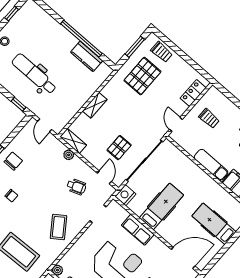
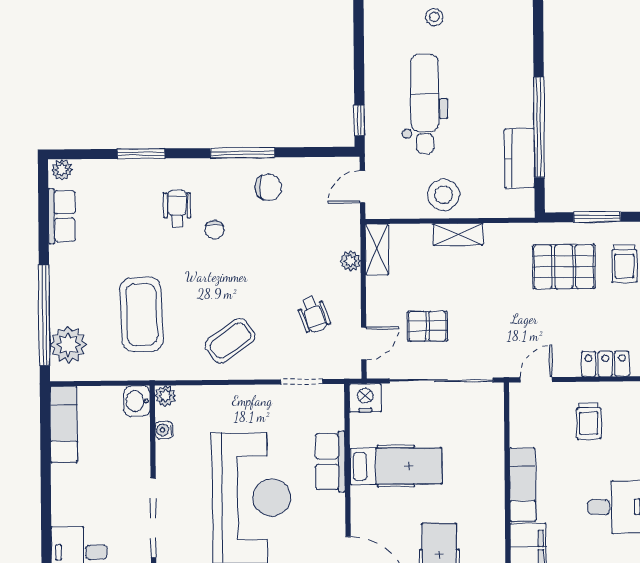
stool: (75, 97) -> (444, 195), added

